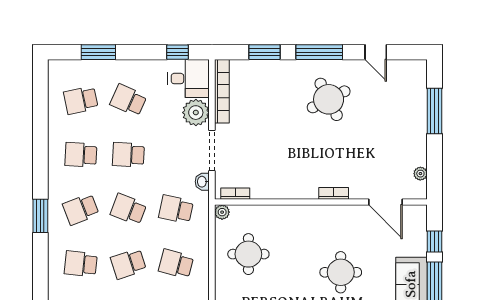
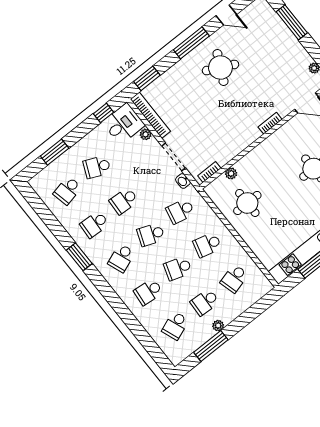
window: (265, 52) -> (147, 78), moved
round table: (329, 99) -> (220, 68), turned -37
plant: (196, 113) -> (146, 134), width x0.53, depth x0.53
plant: (222, 212) -> (231, 173), moved
window: (40, 216) -> (79, 257), moved
school desk: (128, 264) -> (178, 268), turned 36

